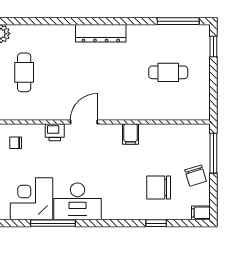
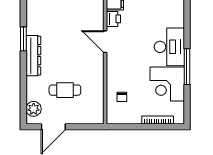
window: (87, 21) -> (23, 39), added
dresser: (101, 33) -> (33, 56), moved
printer: (55, 132) -> (113, 19), moved

